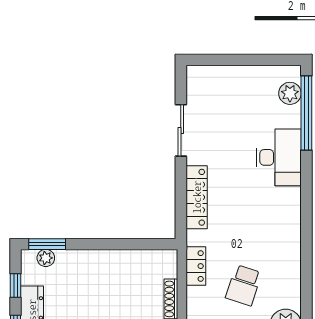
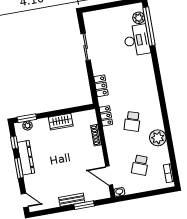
desk: (279, 157) -> (137, 40), moved
locker: (197, 197) -> (101, 86), width x0.66
wardrobe: (109, 262) -> (61, 122), added

